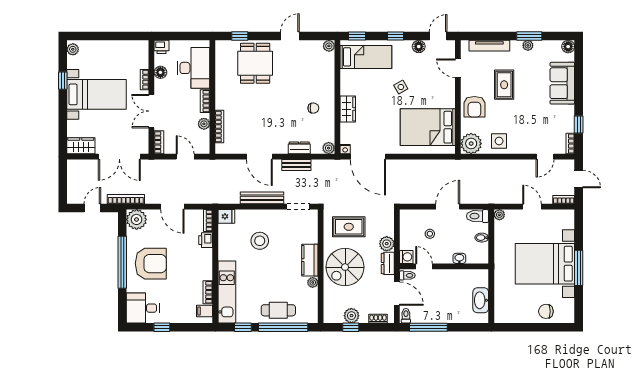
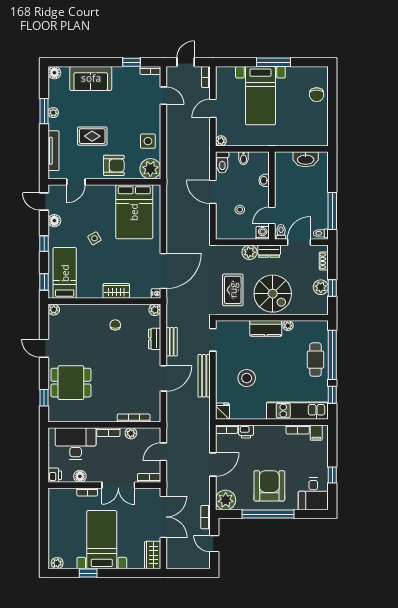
bookcase: (126, 199) -> (205, 517), width x0.64
bed with nightstands: (545, 264) -> (260, 96), width x0.73

